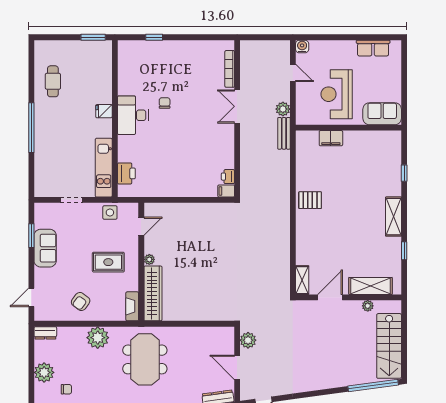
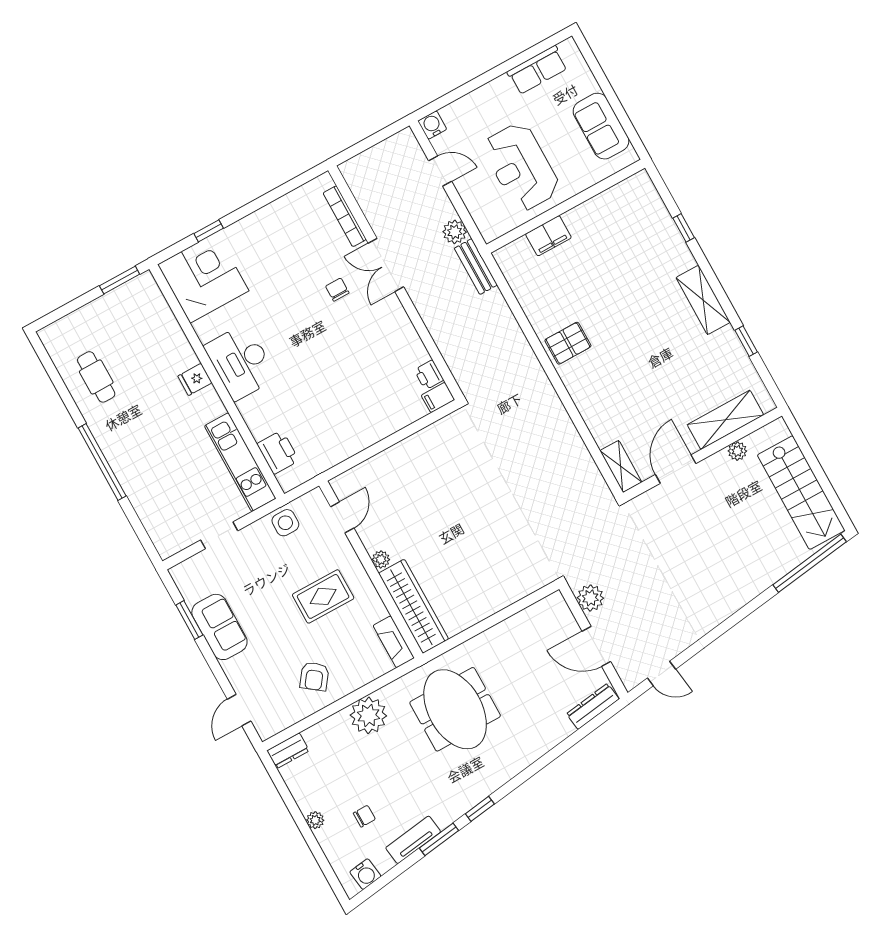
corner desk: (138, 60) -> (203, 278), added
chair: (165, 103) -> (337, 290), moved
sofa: (382, 114) -> (601, 126), moved, turned -90
plant: (44, 372) -> (315, 820), width x0.53, depth x0.53

